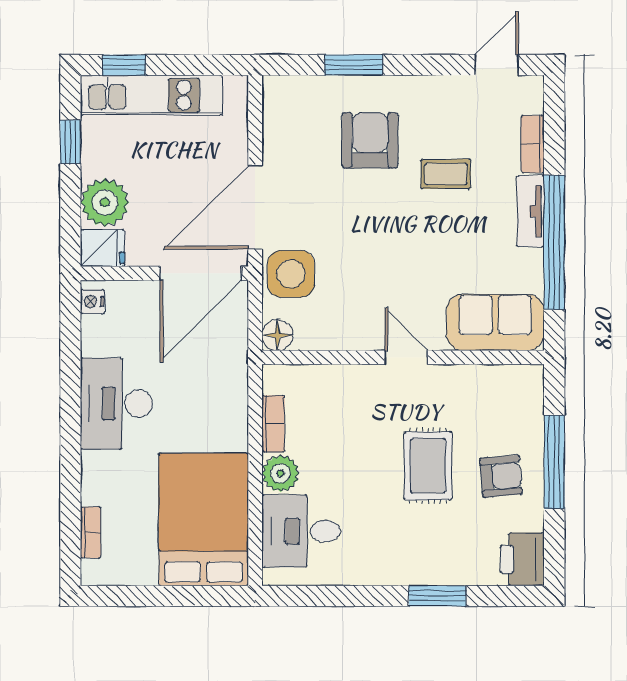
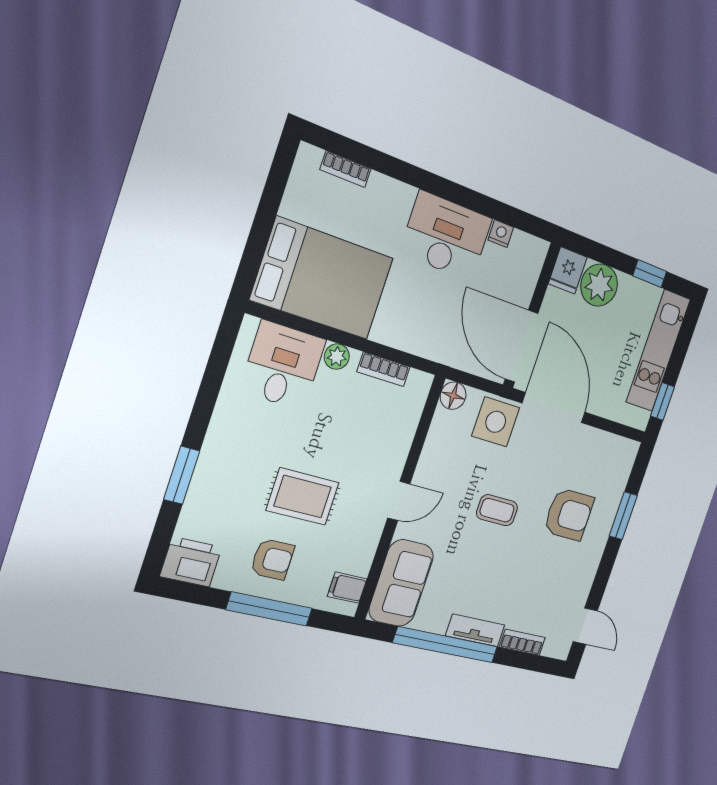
window: (124, 65) -> (663, 401), moved
coffee table: (446, 174) -> (497, 510), moved, turned 90
nightstand: (92, 302) -> (501, 234), moved
filing cabinet: (514, 383) -> (347, 588), added
plant: (281, 473) -> (337, 357), width x0.73, depth x0.73
armchair: (501, 476) -> (272, 559), turned -85

